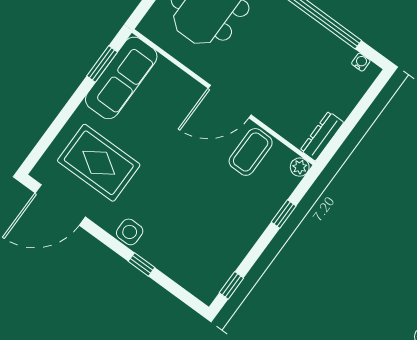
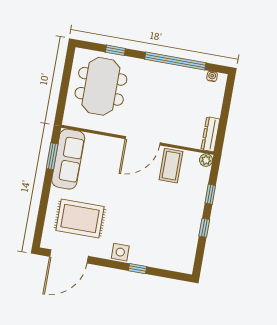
window: (231, 285) -> (204, 228), moved

